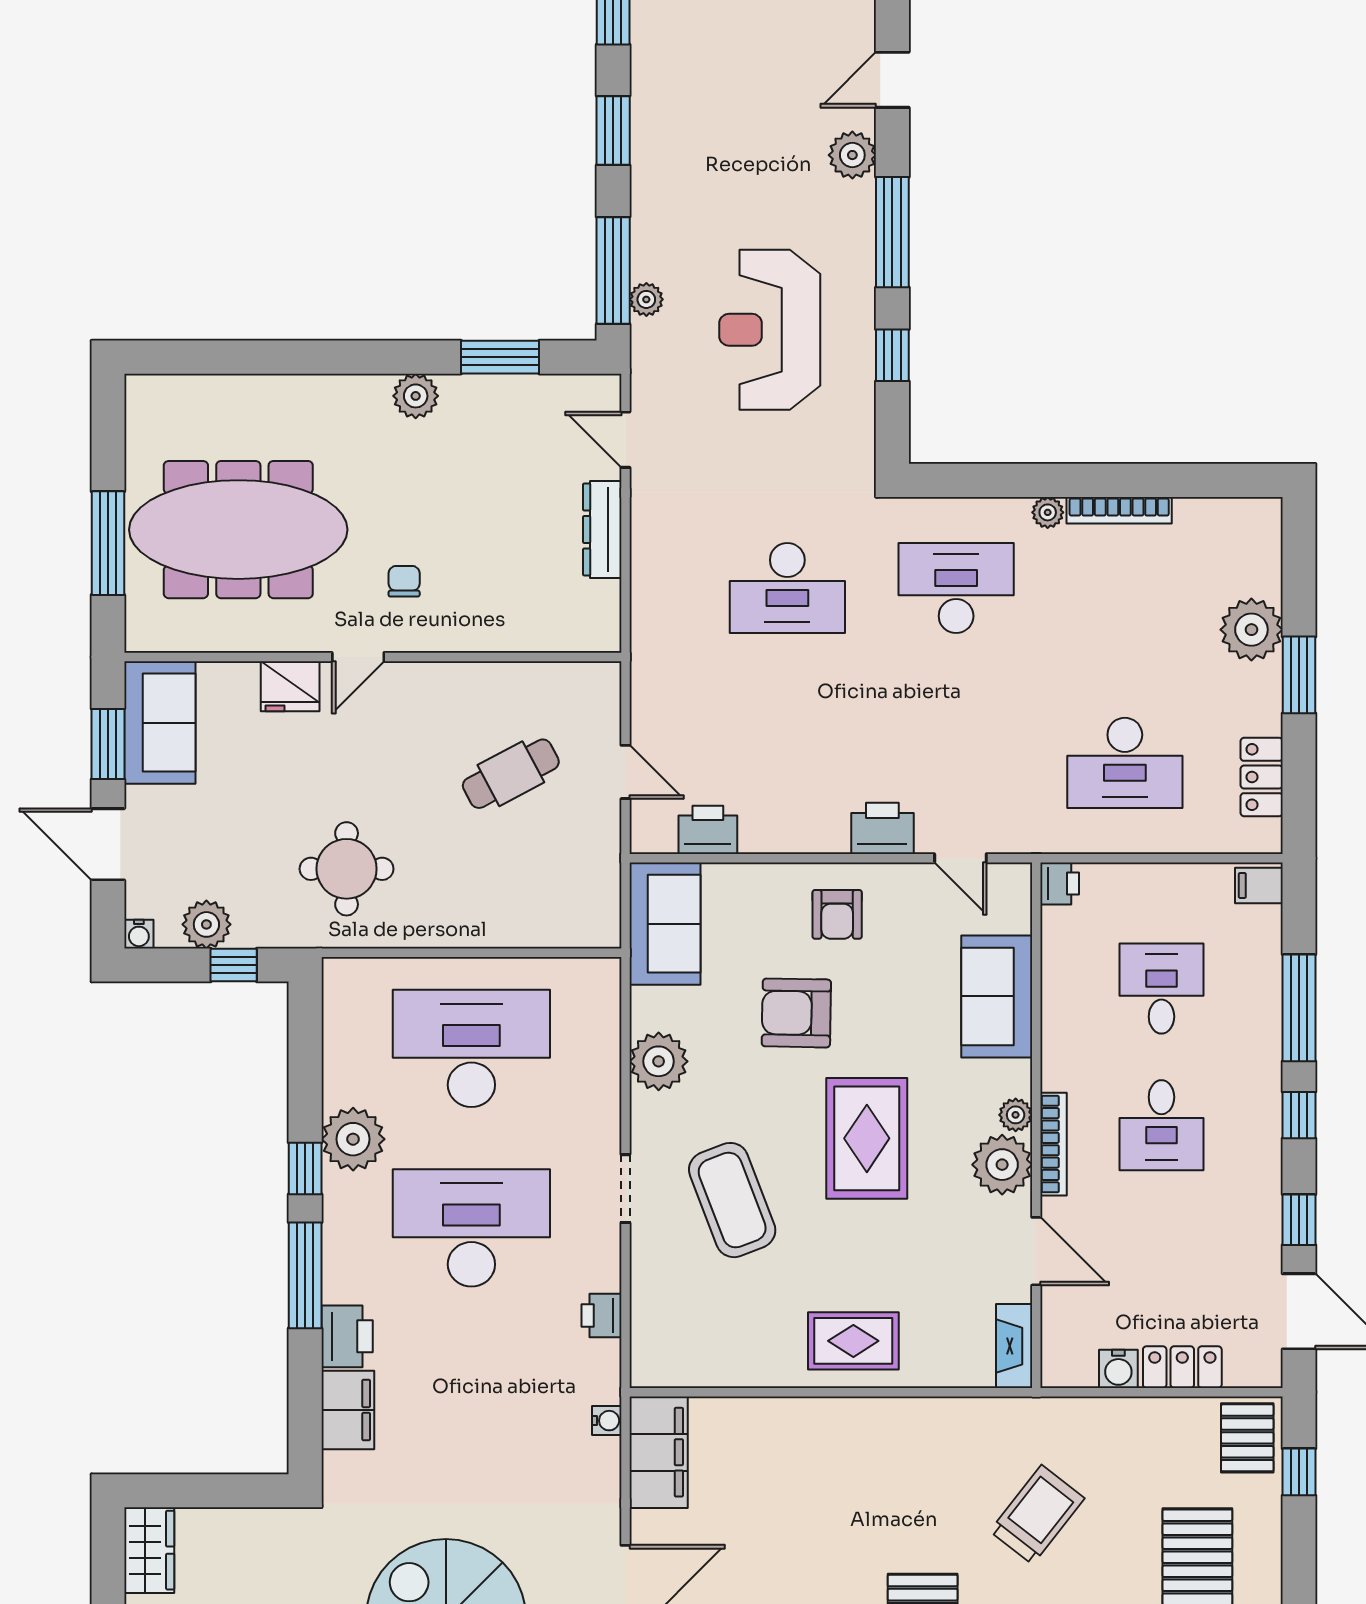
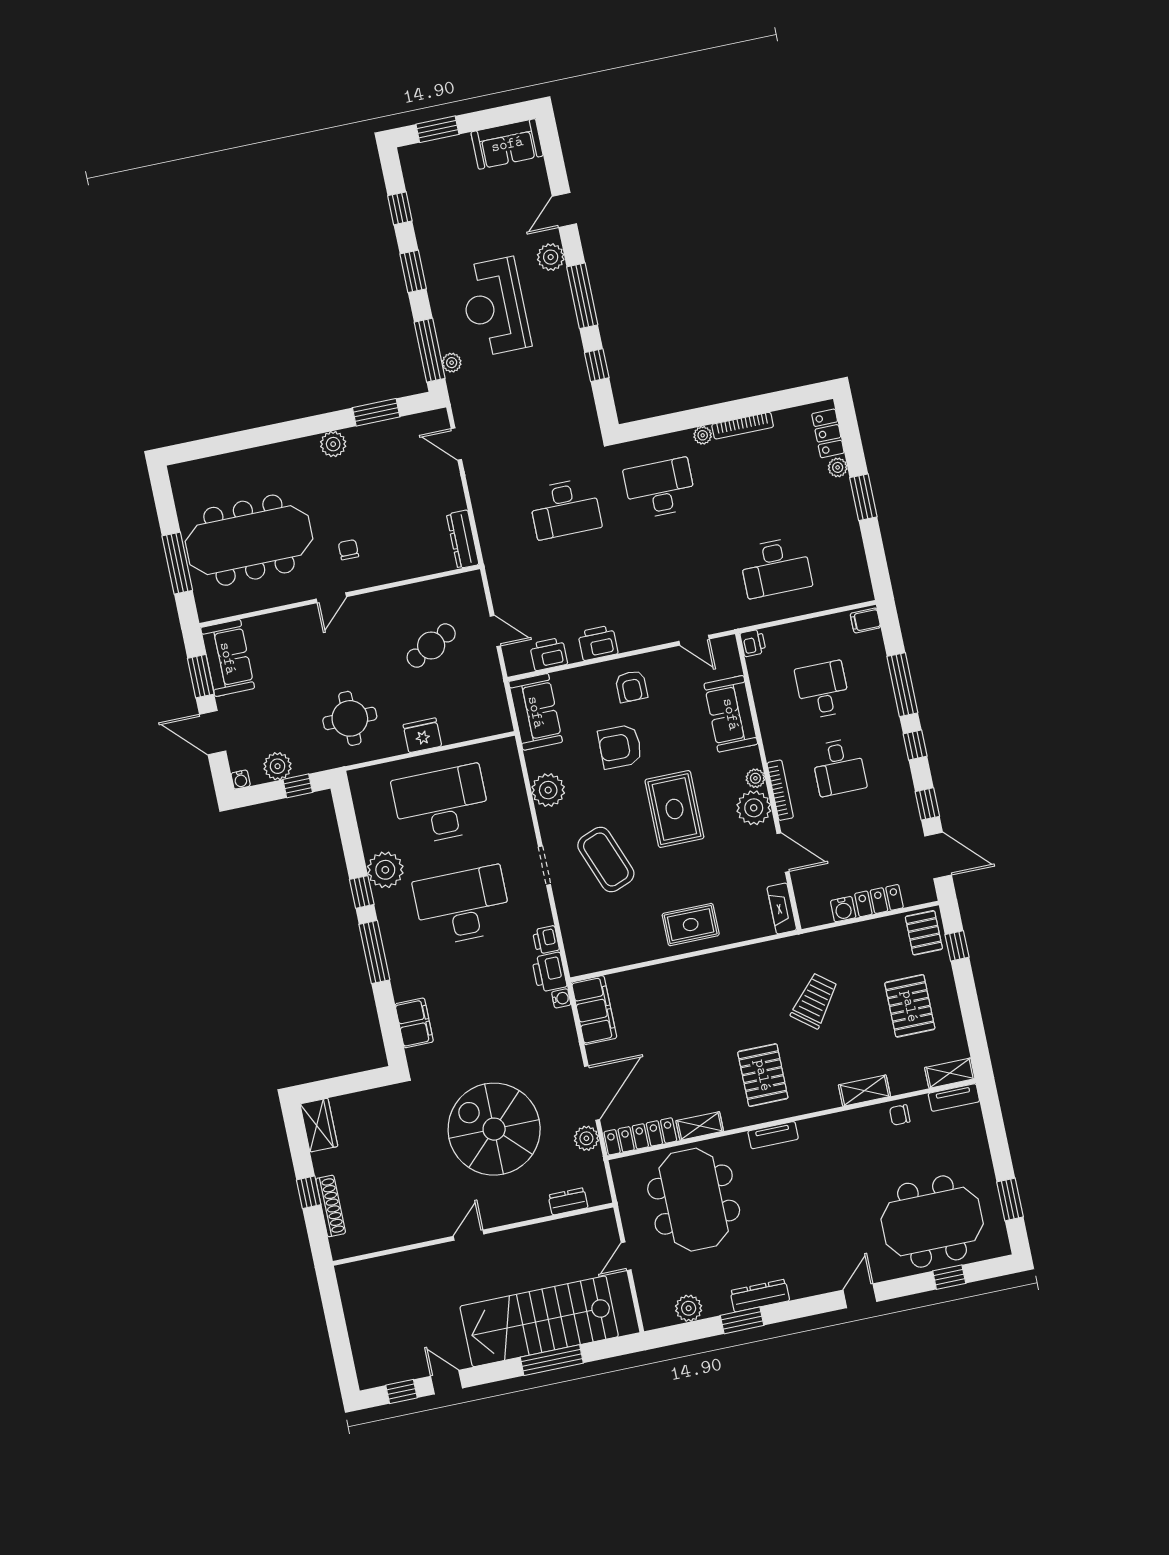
reception desk: (770, 330) -> (495, 307), moved
dresser: (602, 529) -> (463, 539), moved
plant: (1251, 630) -> (838, 467), width x0.53, depth x0.53
fridge: (290, 686) -> (422, 735), moved, turned 180
locker: (1262, 777) -> (828, 433), moved
printer: (882, 828) -> (598, 643), moved
printer: (347, 1336) -> (549, 972), moved, turned 180

